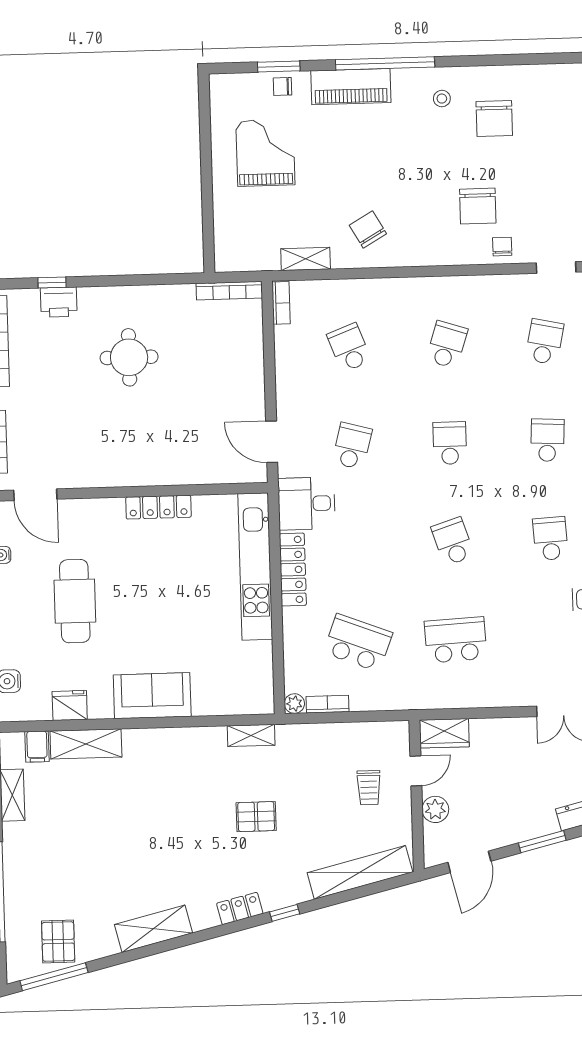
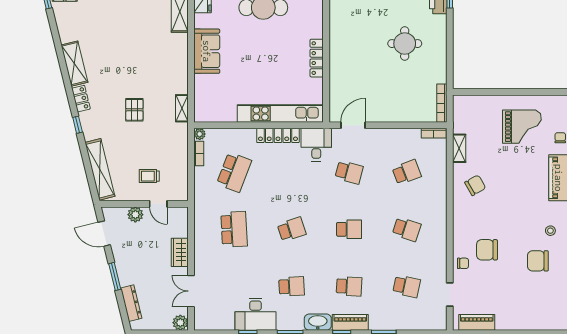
wardrobe: (444, 733) -> (180, 252), moved
shelving: (153, 929) -> (74, 64), moved

